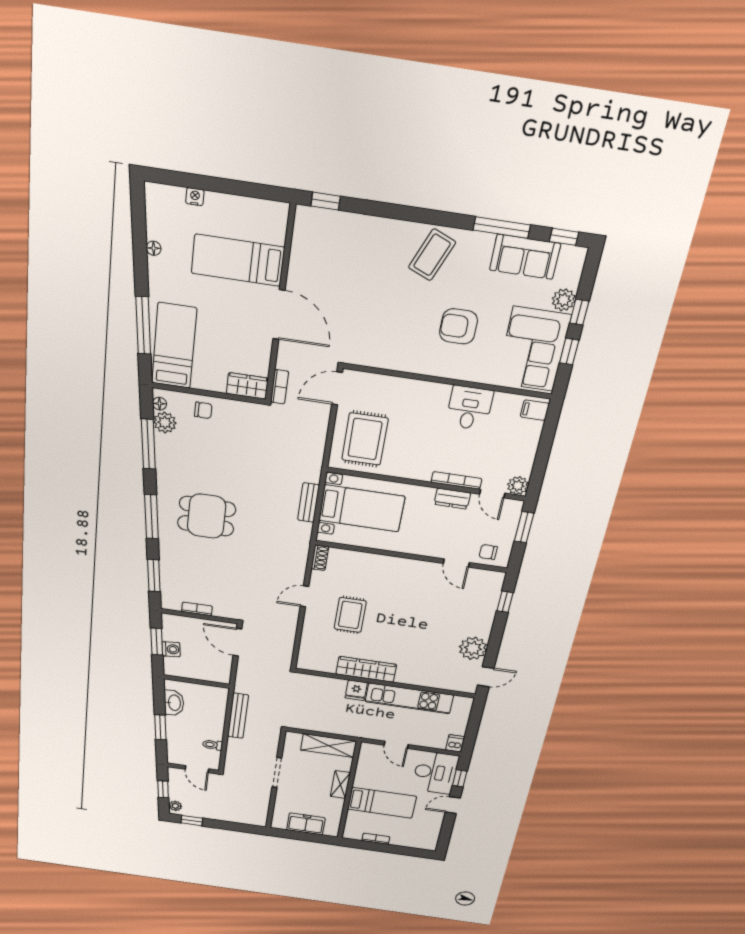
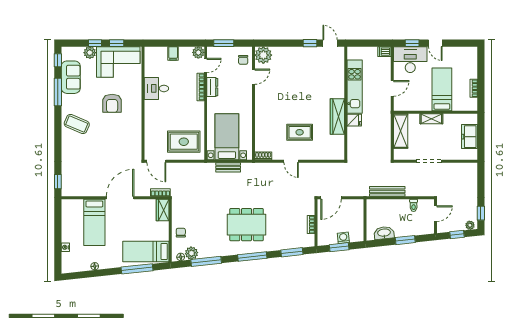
filing cabinet: (535, 410) -> (173, 53), moved
dining table: (207, 516) -> (247, 225), width x1.38
window: (505, 602) -> (310, 43), moved
plant: (473, 648) -> (263, 55), moved

